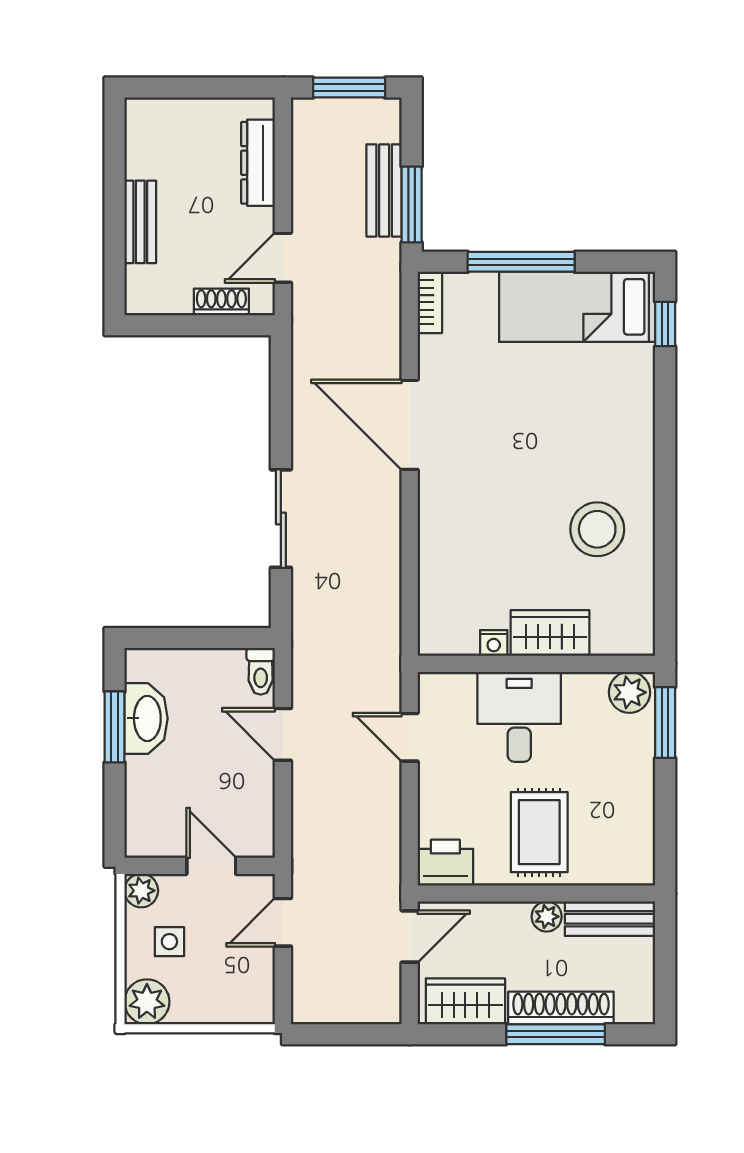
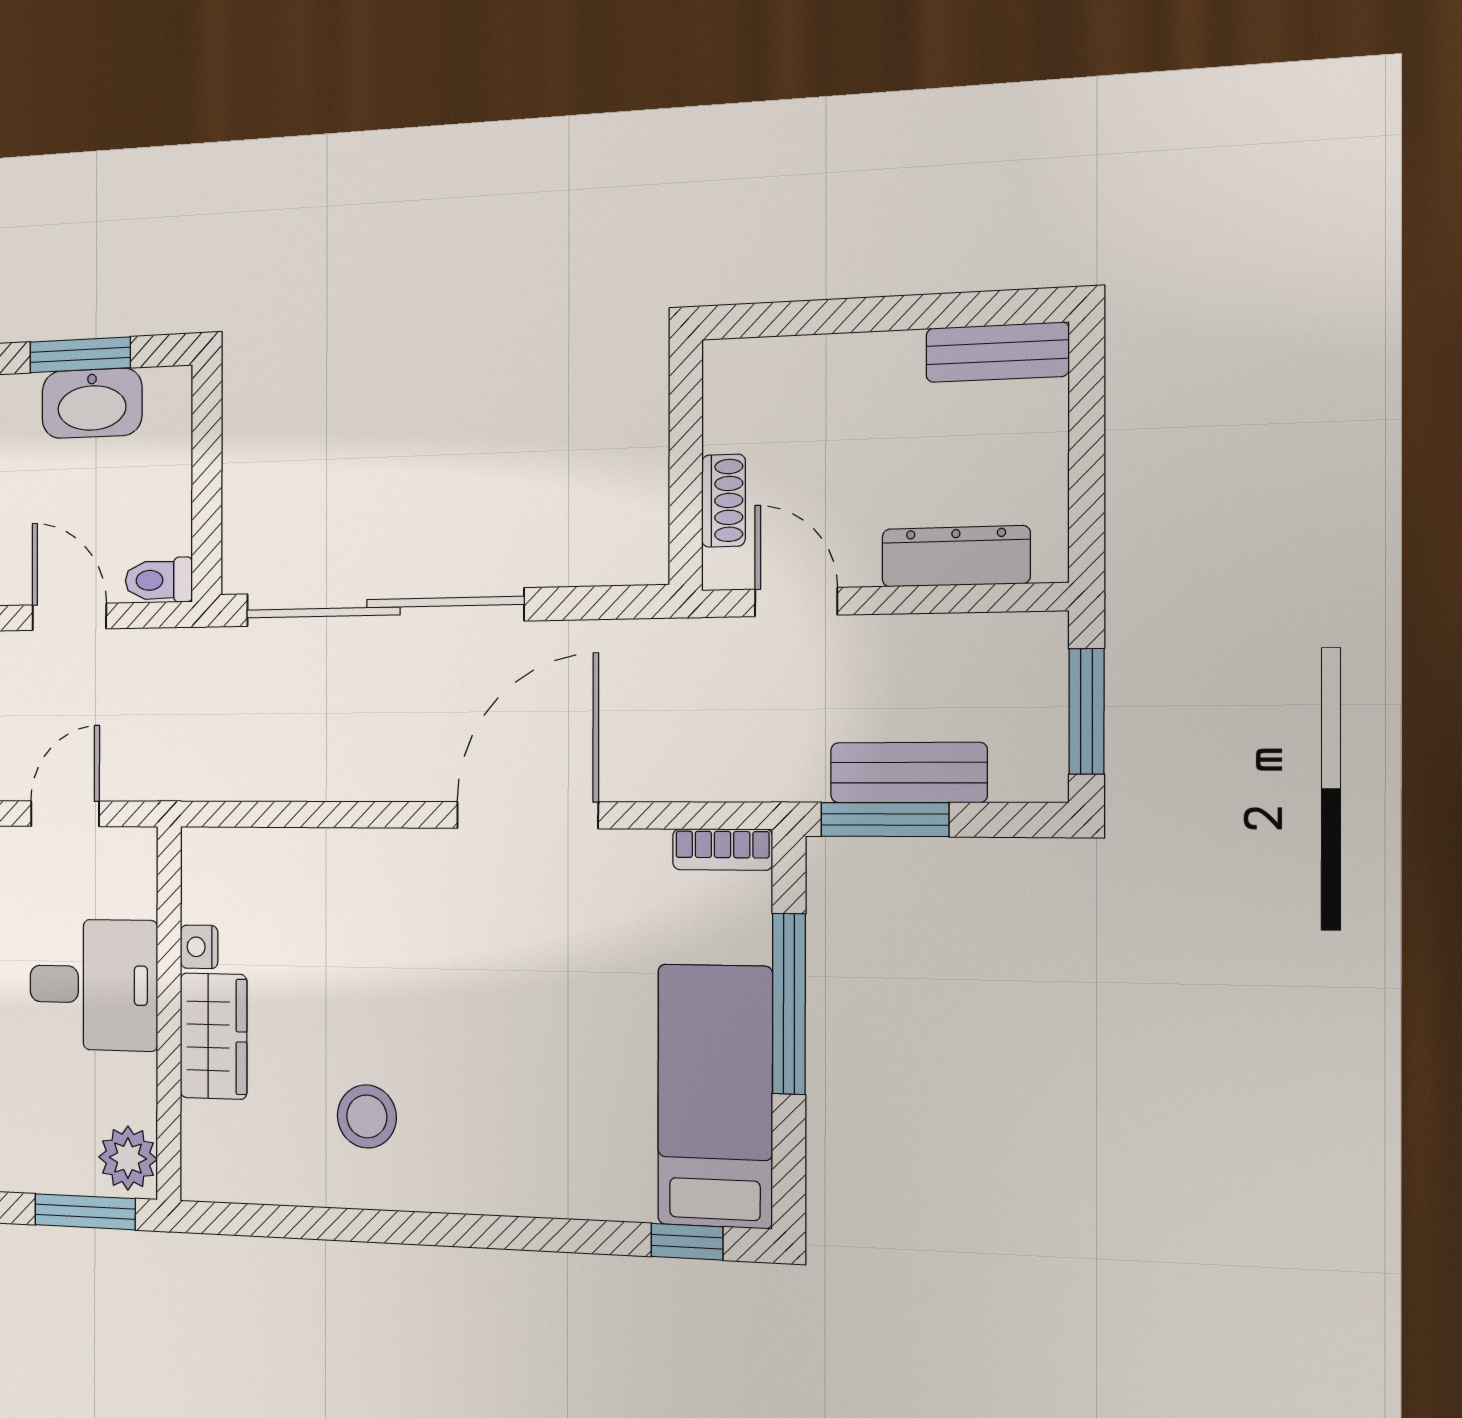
bench: (140, 222) -> (997, 352), moved
sliding door: (281, 519) -> (384, 607), width x1.86
stool: (597, 529) -> (367, 1116), width x0.73, depth x0.73
door: (283, 734) -> (69, 617), hinge flipped

